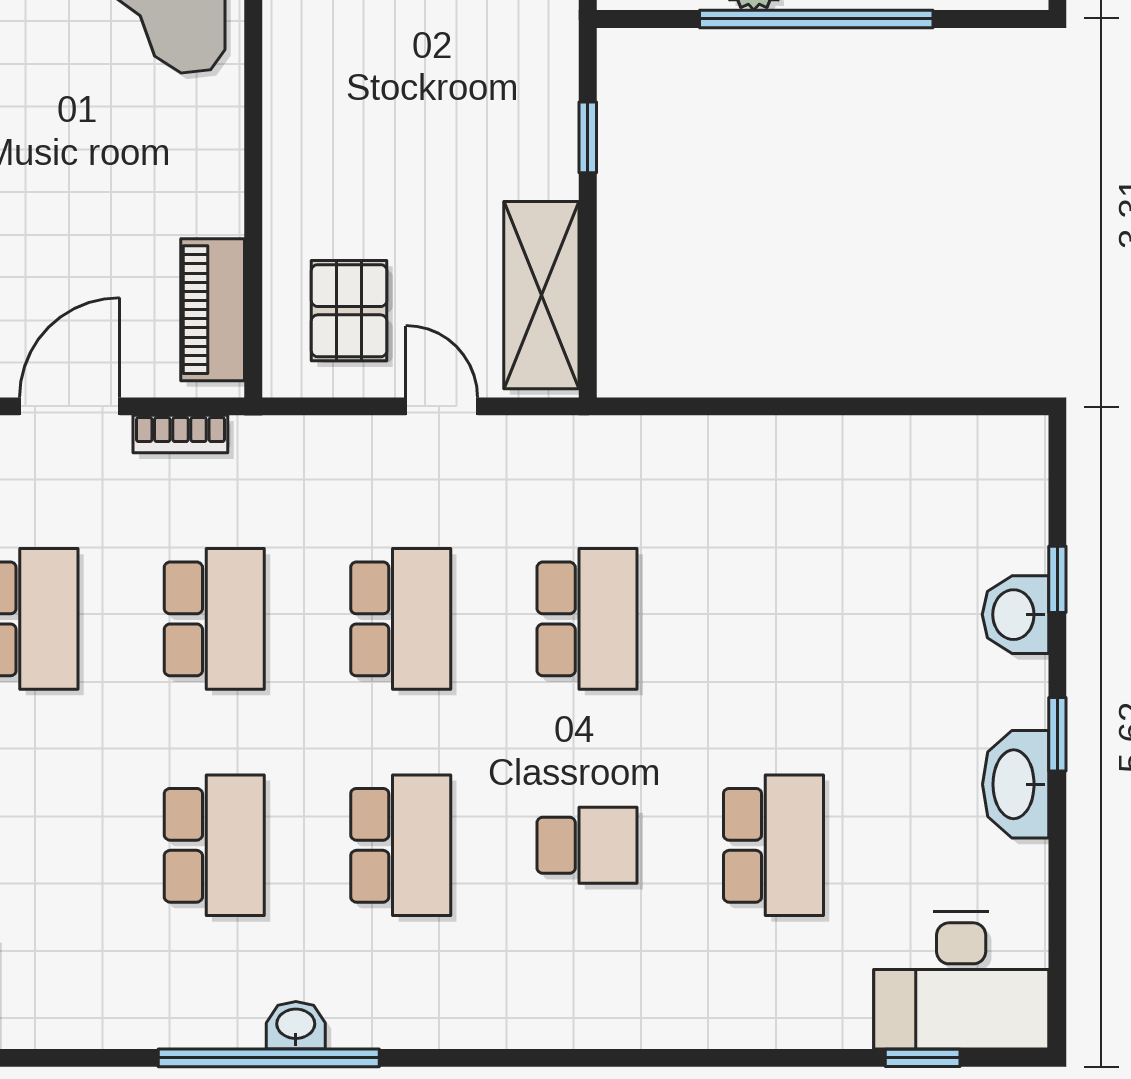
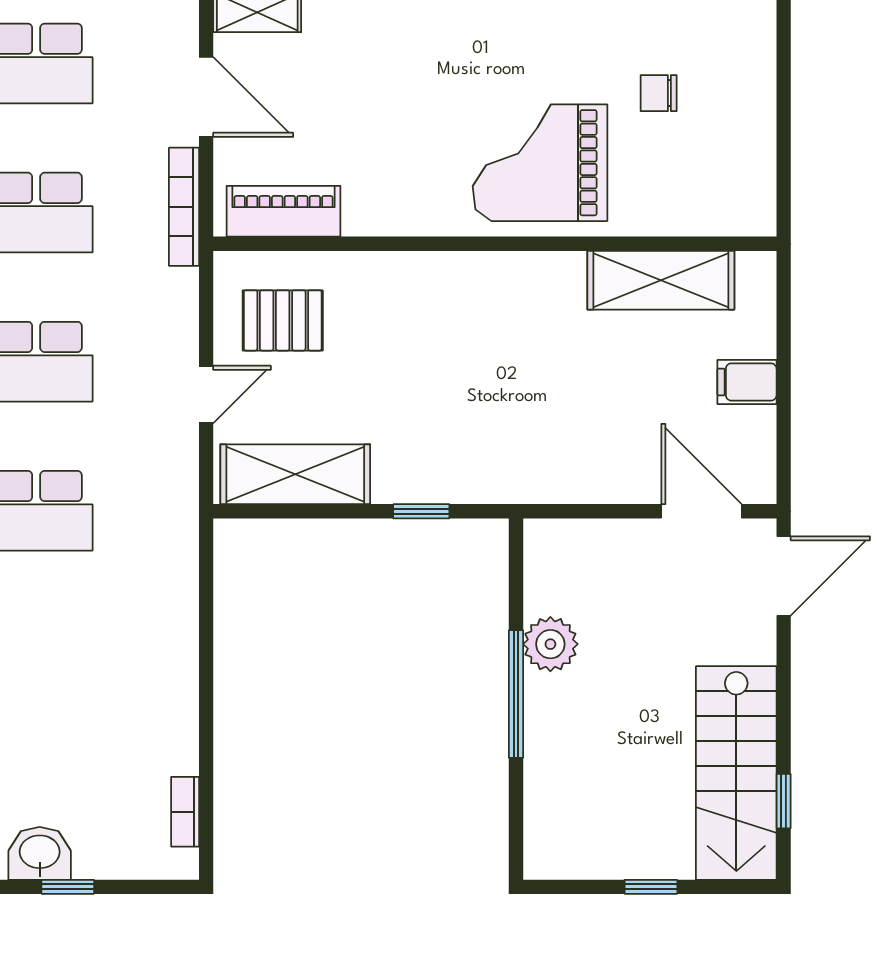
window: (816, 19) -> (516, 694), width x0.68
bookcase: (963, 433) -> (185, 812), added
bookcase: (180, 434) -> (184, 207), width x1.56

